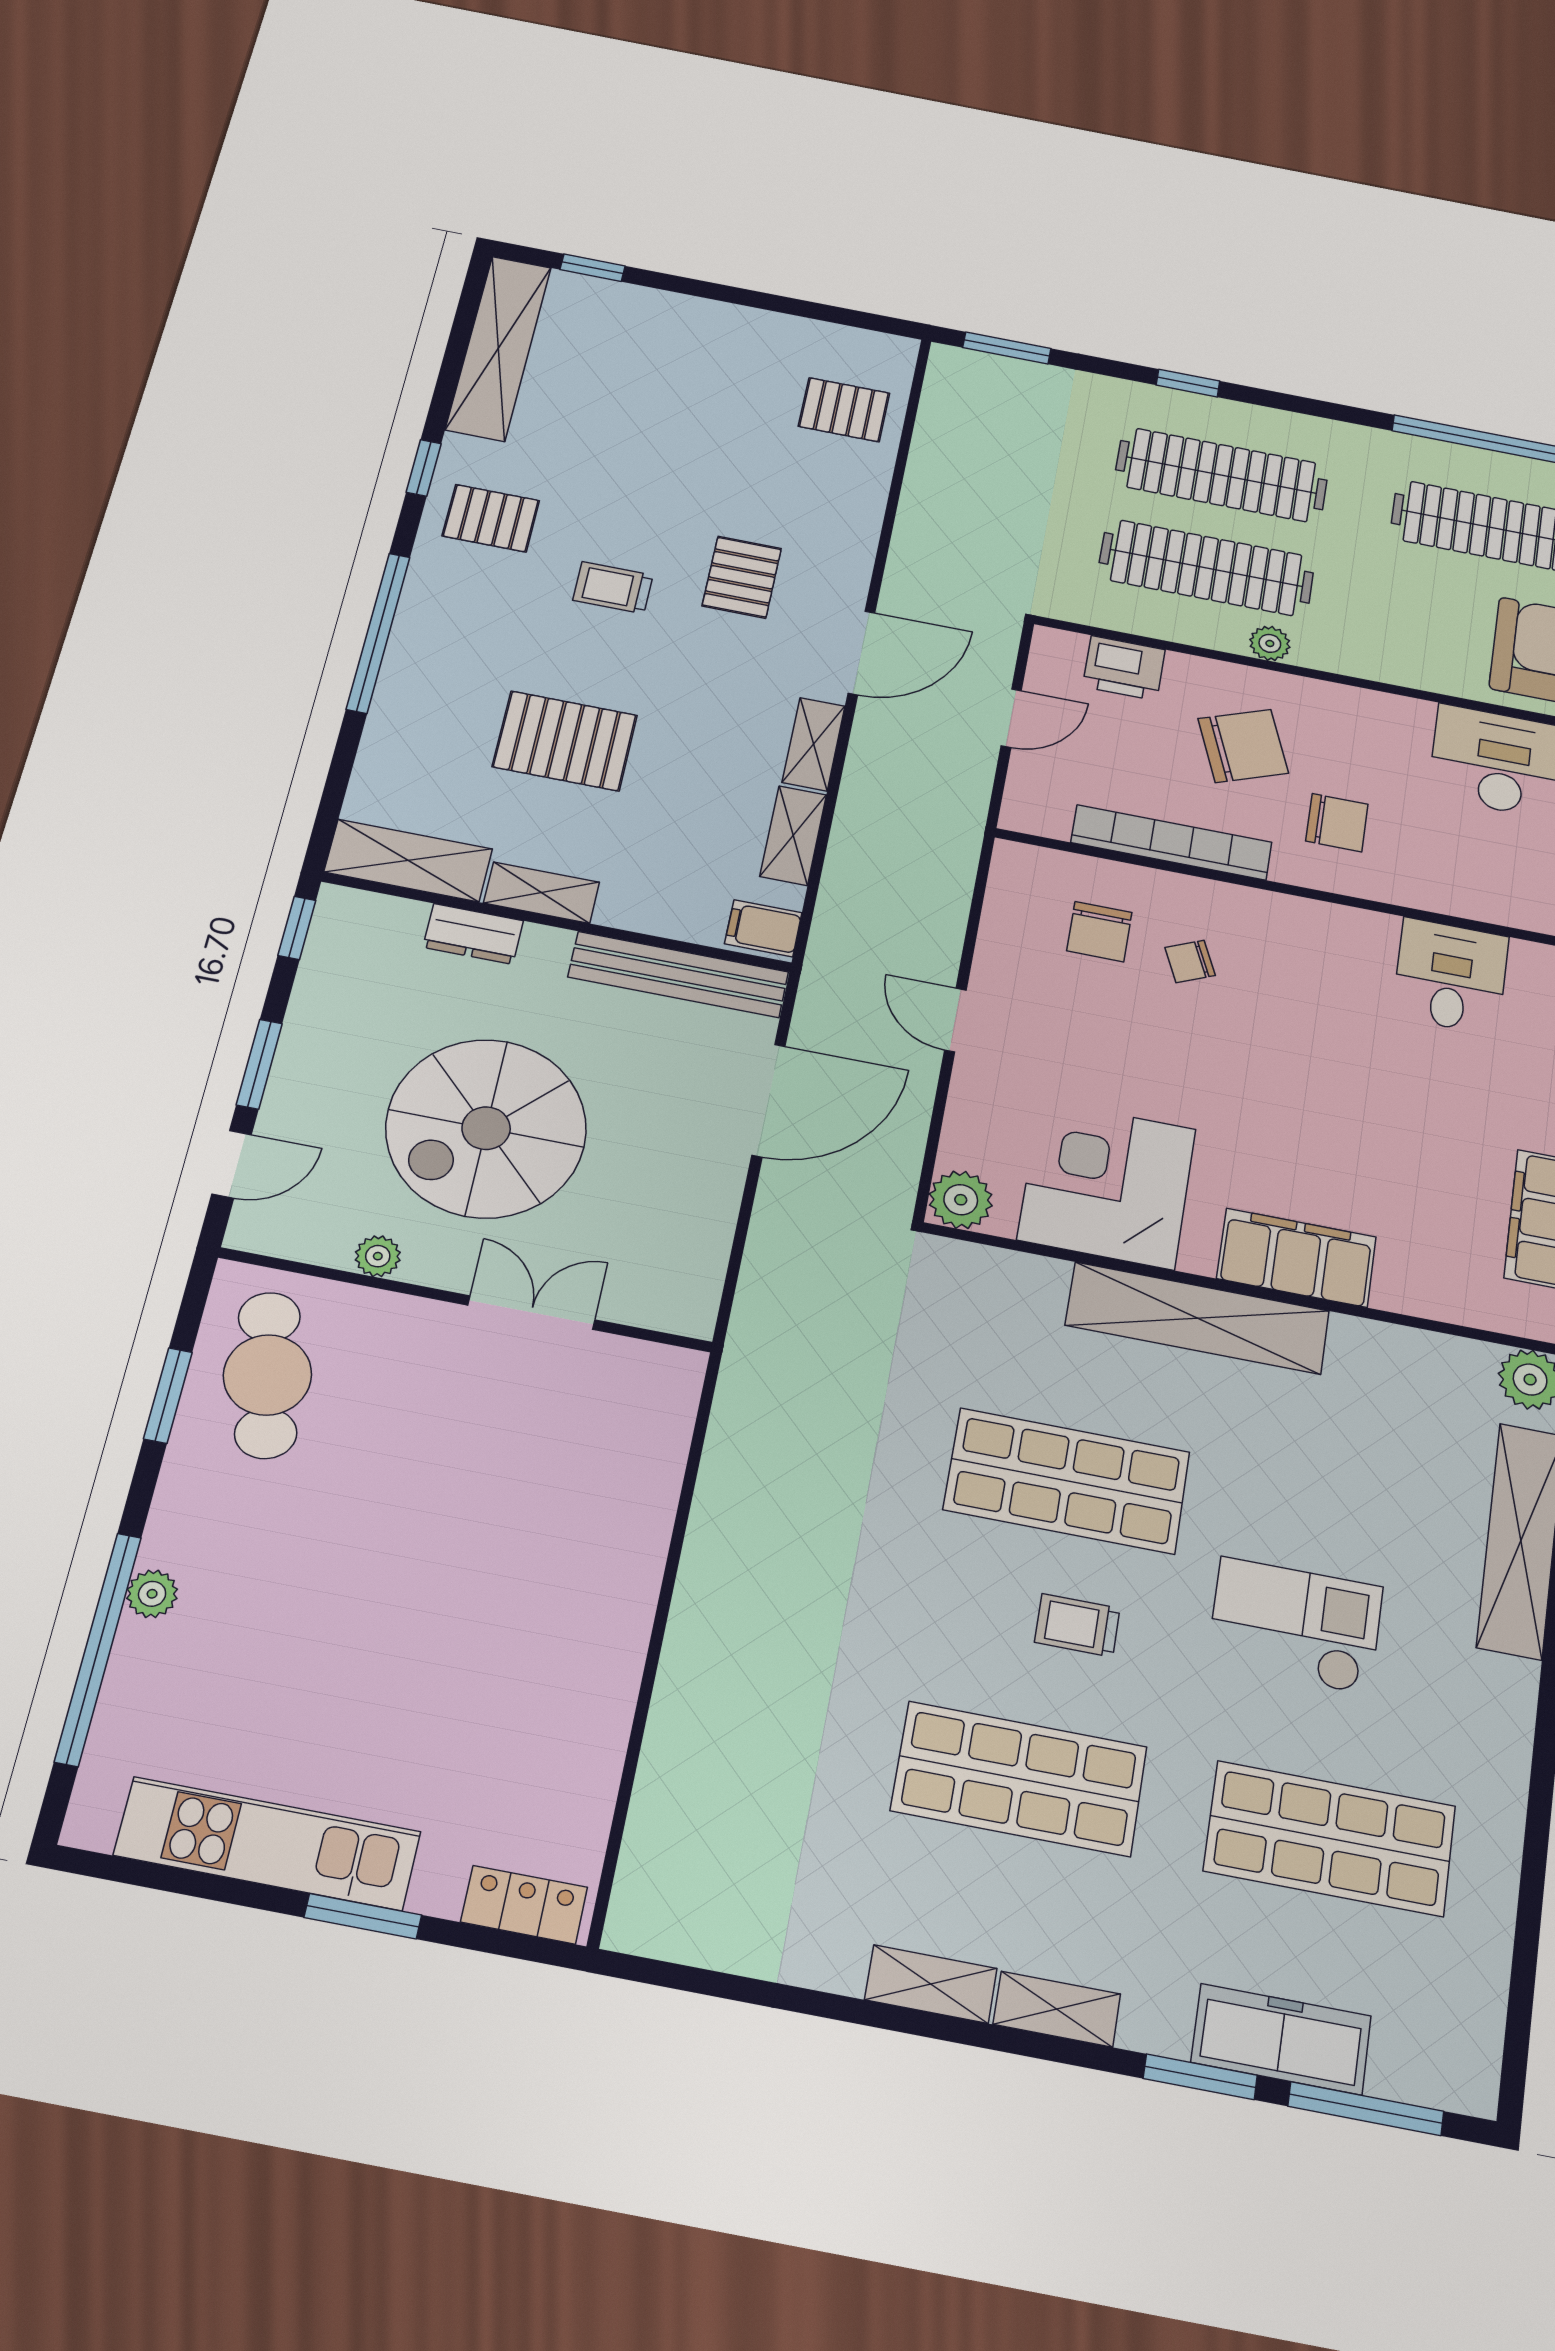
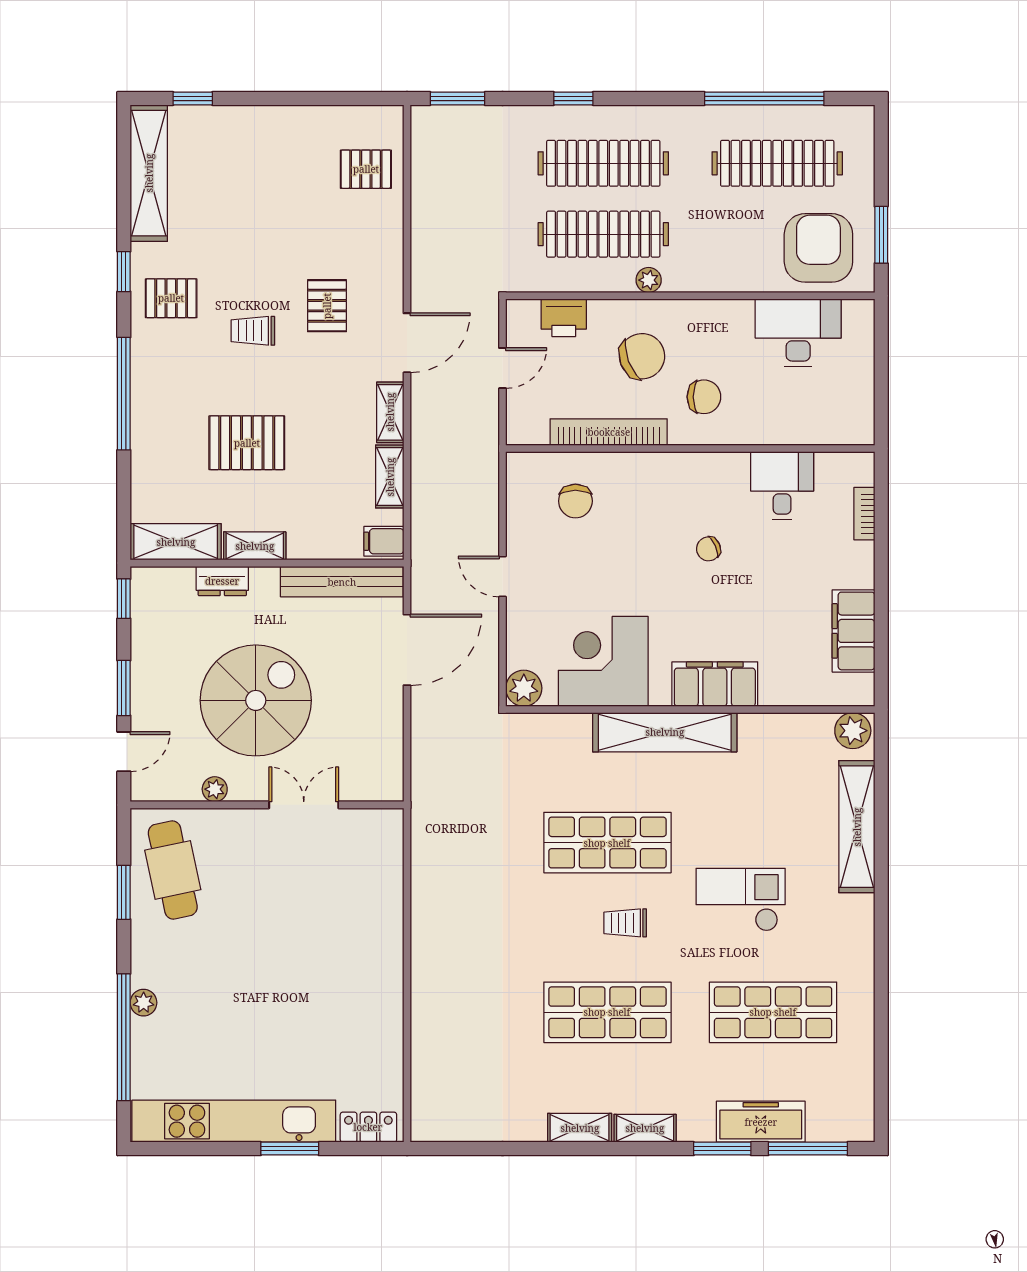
chair: (1190, 961) -> (709, 549), moved
spiral stairs: (486, 1128) -> (256, 700), turned 180
kitchen unit: (267, 1843) -> (234, 1121), width x1.36

